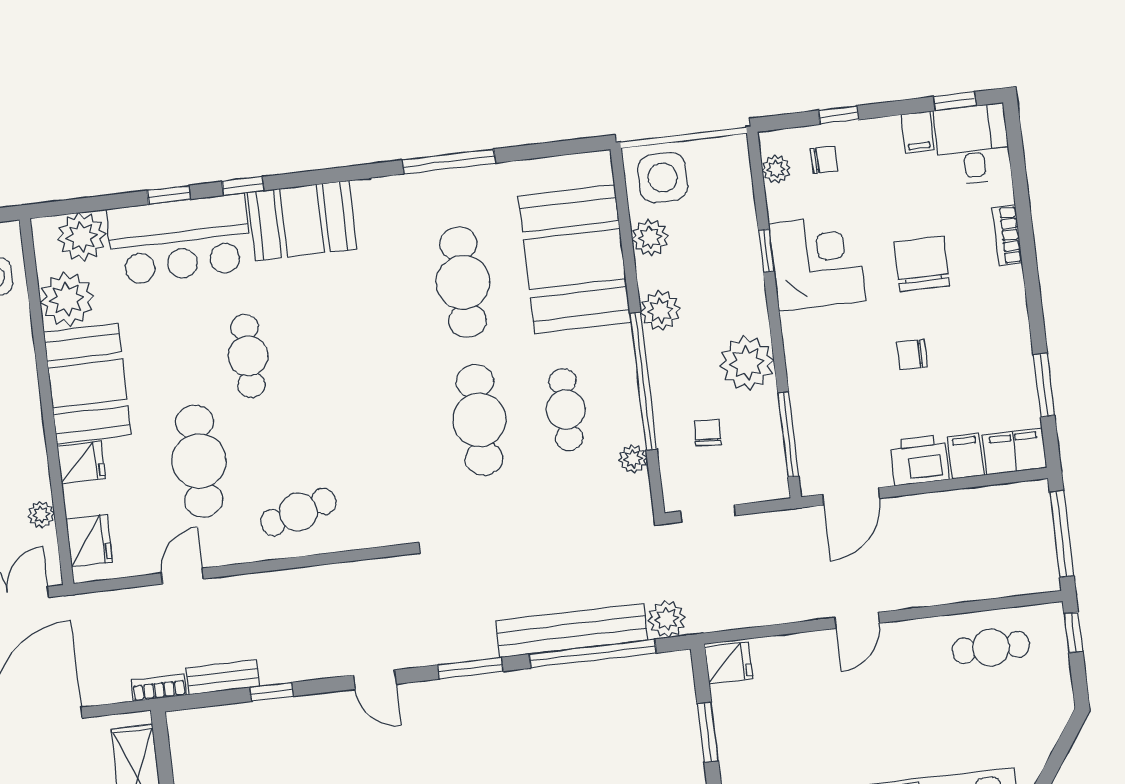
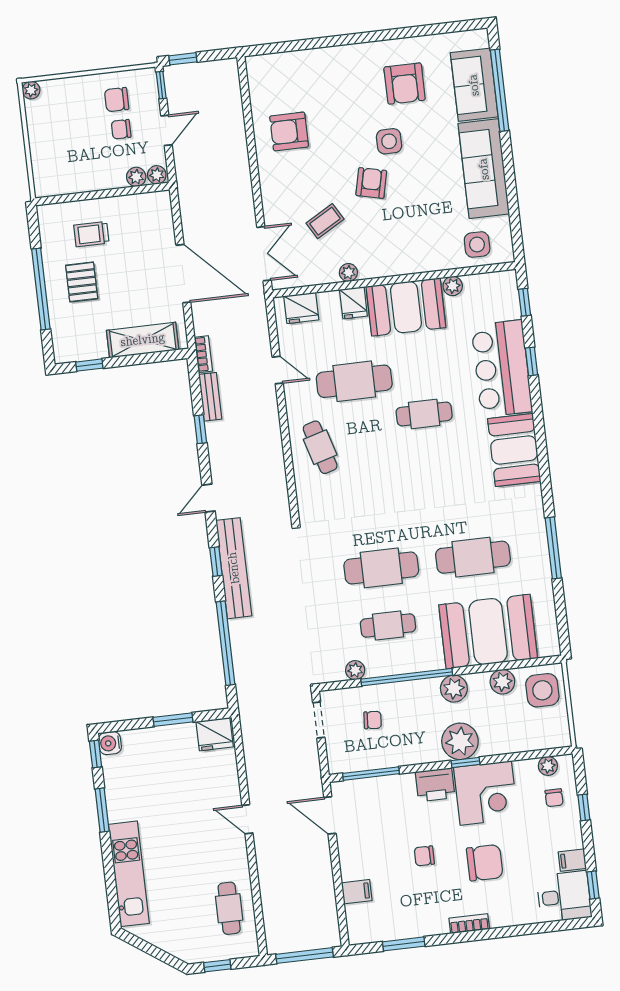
window: (243, 186) -> (525, 302), moved
bookcase: (1007, 235) -> (469, 924), moved
plant: (82, 237) -> (504, 303), removed
window: (766, 251) -> (465, 762), moved
plant: (67, 299) -> (453, 286), width x0.53, depth x0.53
chair: (912, 355) -> (424, 856), turned -90
plant: (747, 363) -> (460, 741), moved
filing cabinet: (1014, 451) -> (360, 924), removed
printer: (920, 460) -> (435, 785), moved, turned 90
plant: (41, 515) -> (348, 273), moved
plant: (667, 619) -> (249, 692), removed
bench: (572, 631) -> (234, 568), moved
window: (1073, 632) -> (217, 966), moved
fridge: (729, 663) -> (215, 734), width x1.38
window: (470, 668) -> (216, 562), width x0.67

